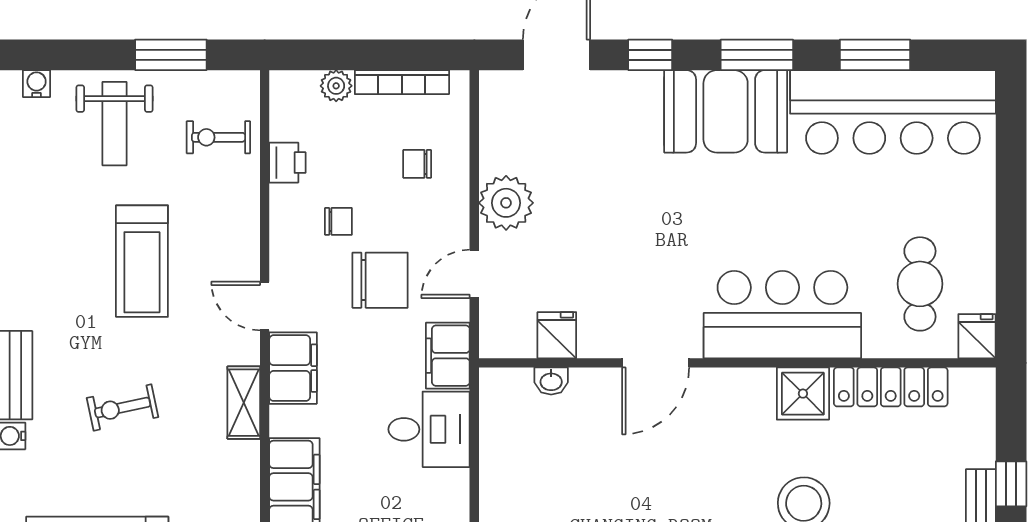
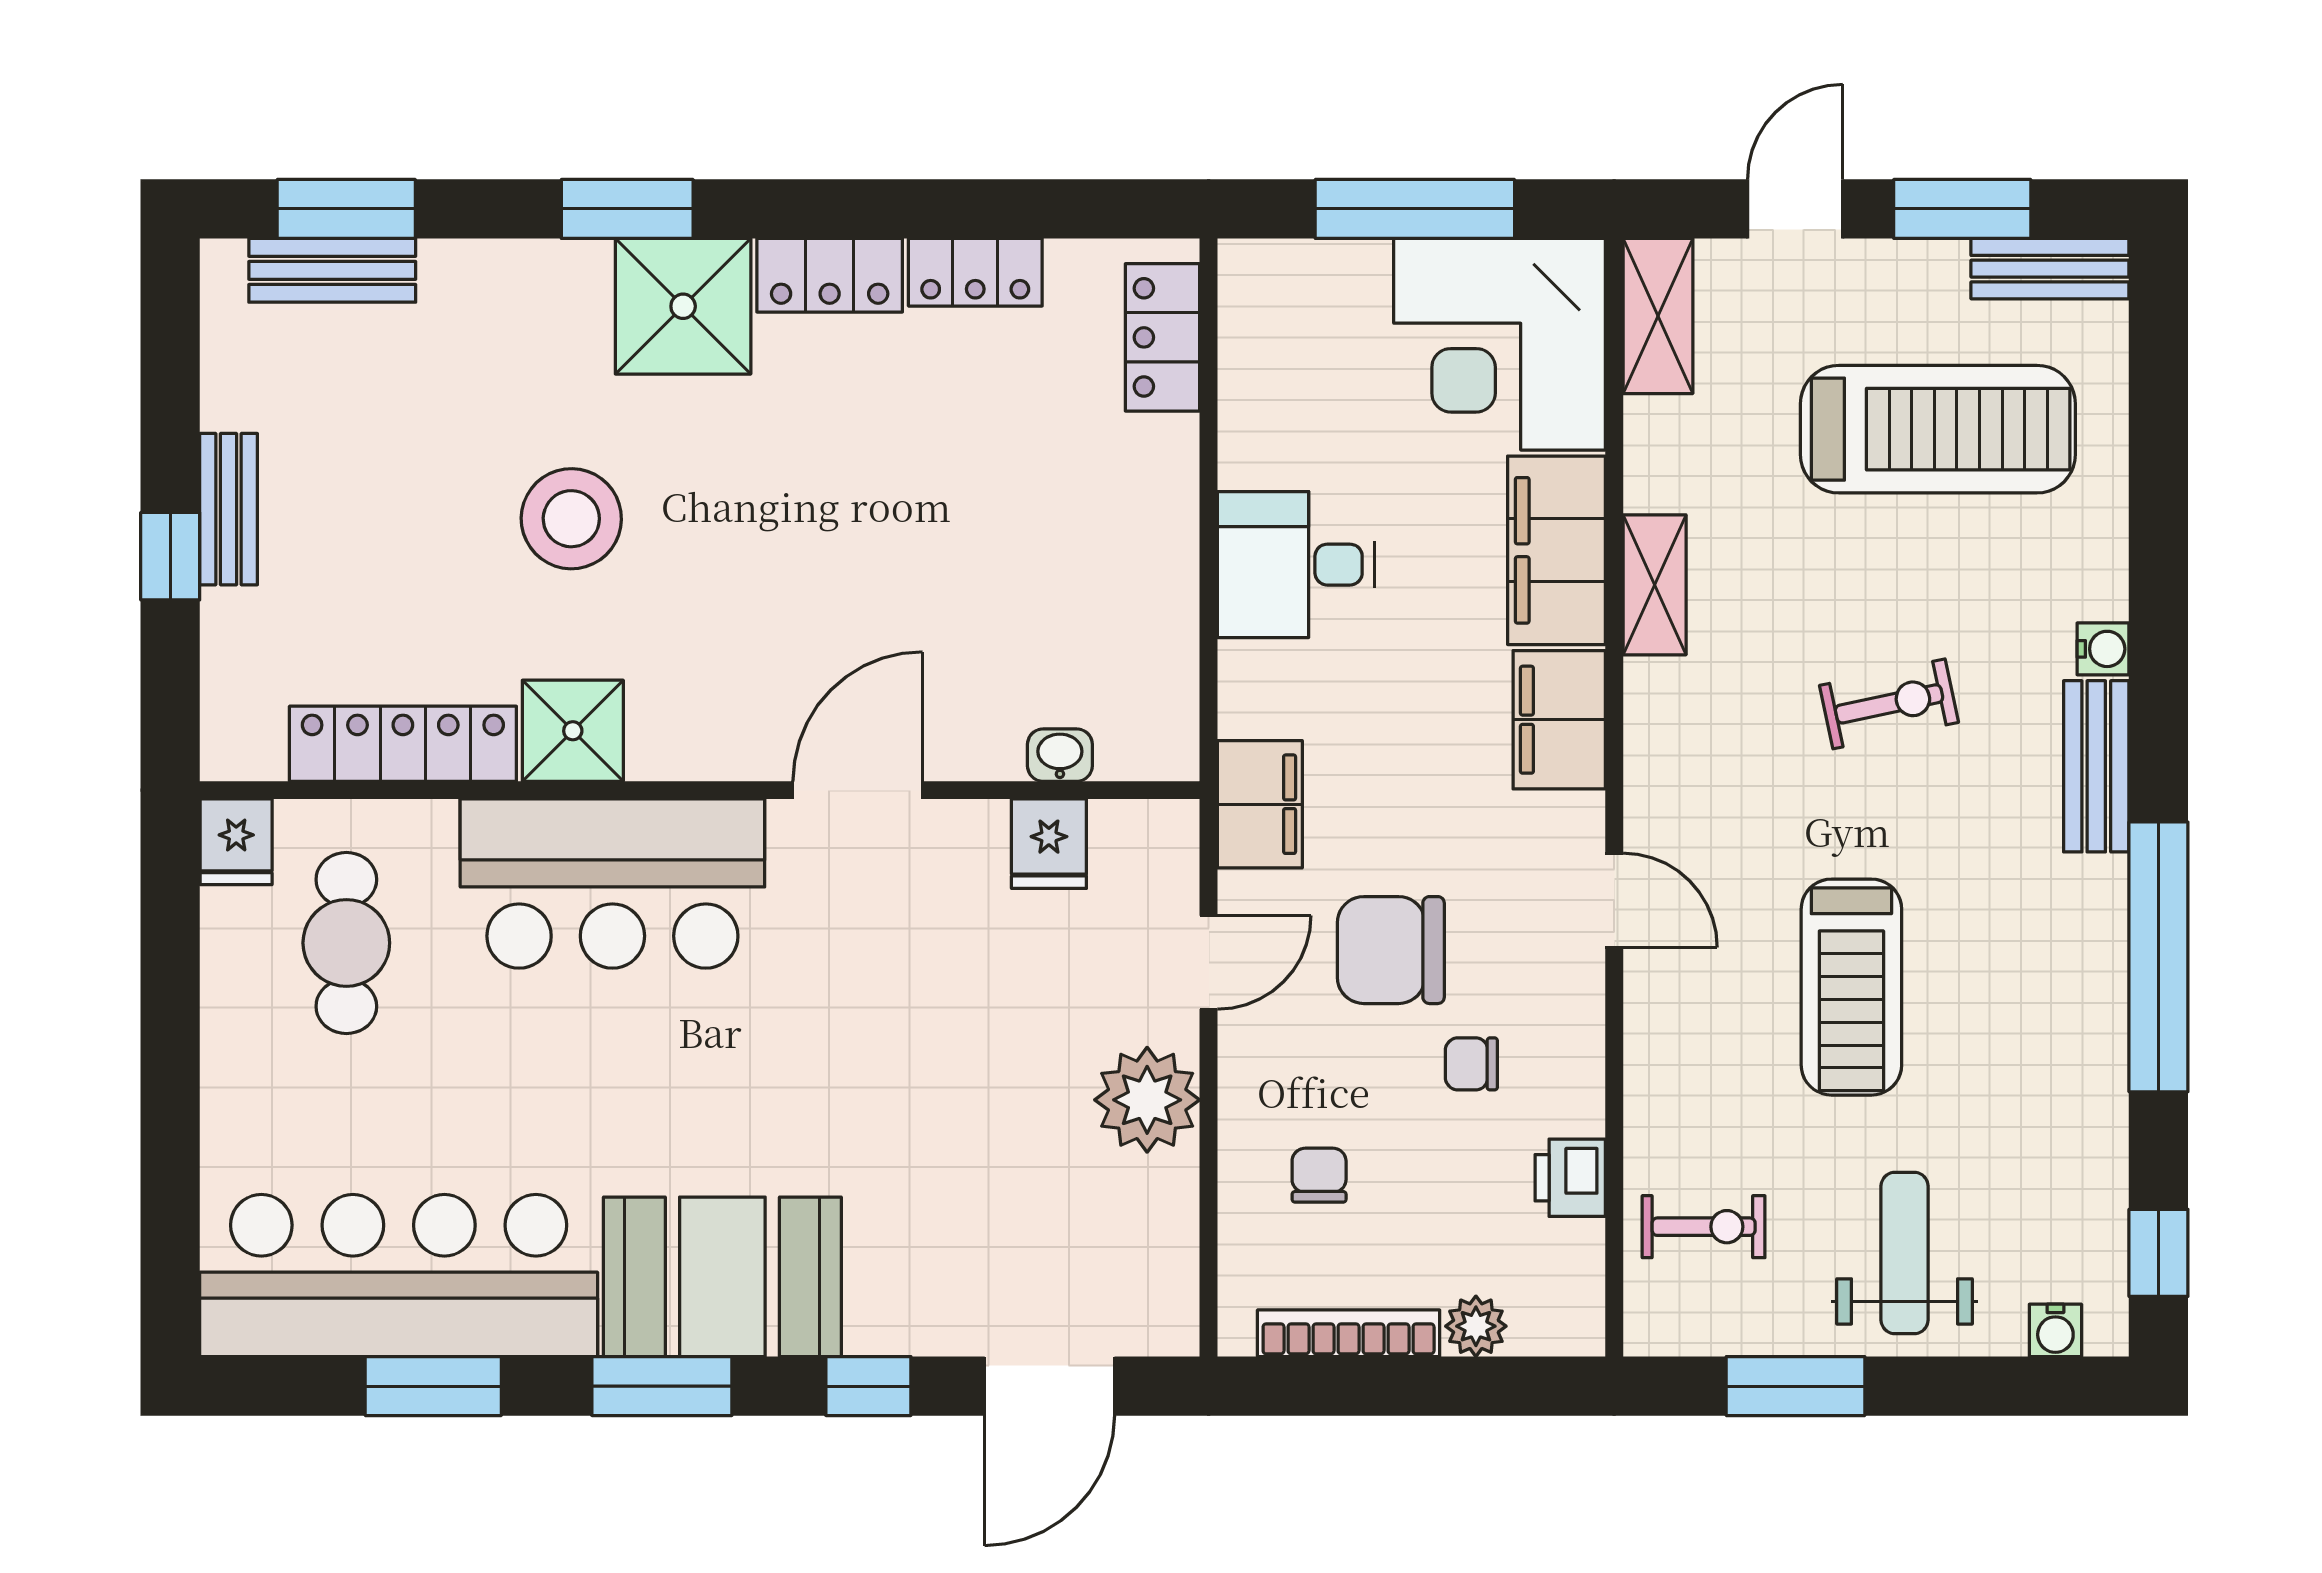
chair: (417, 164) -> (1319, 1175), turned -90
treadmill: (142, 261) -> (1851, 987), turned 180
filing cabinet: (293, 368) -> (1559, 720), moved
shelving: (244, 403) -> (1655, 585), moved
desk: (429, 429) -> (1296, 565), moved

